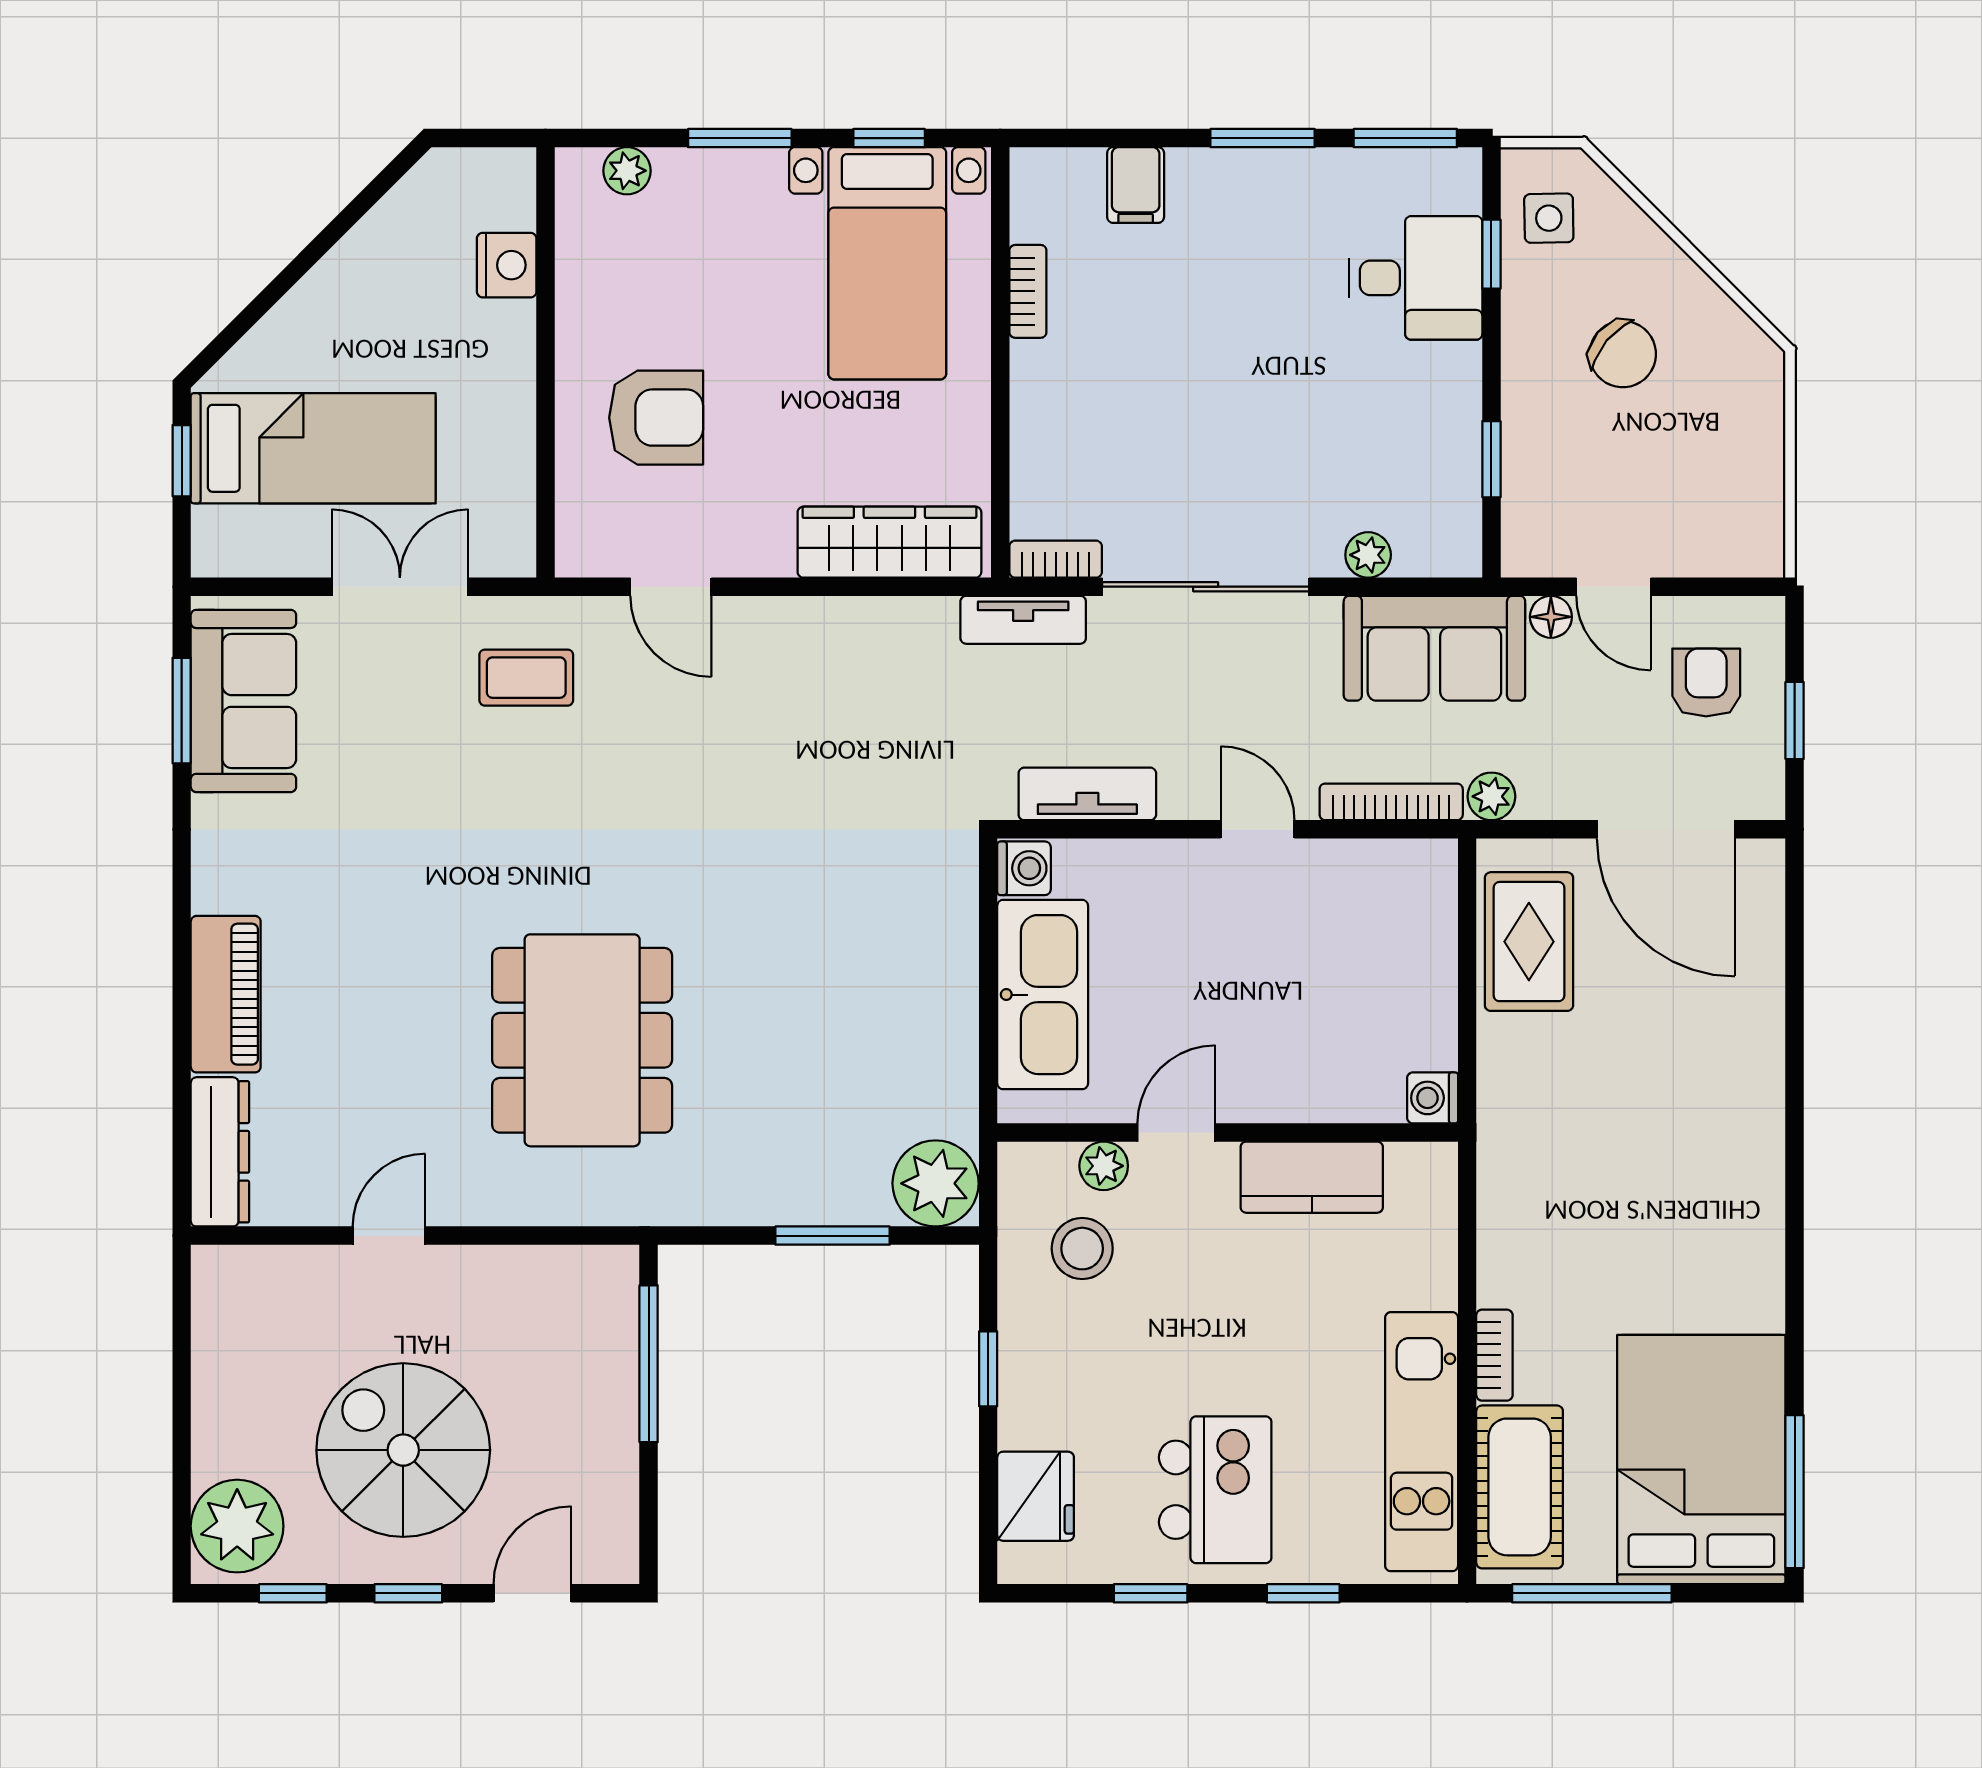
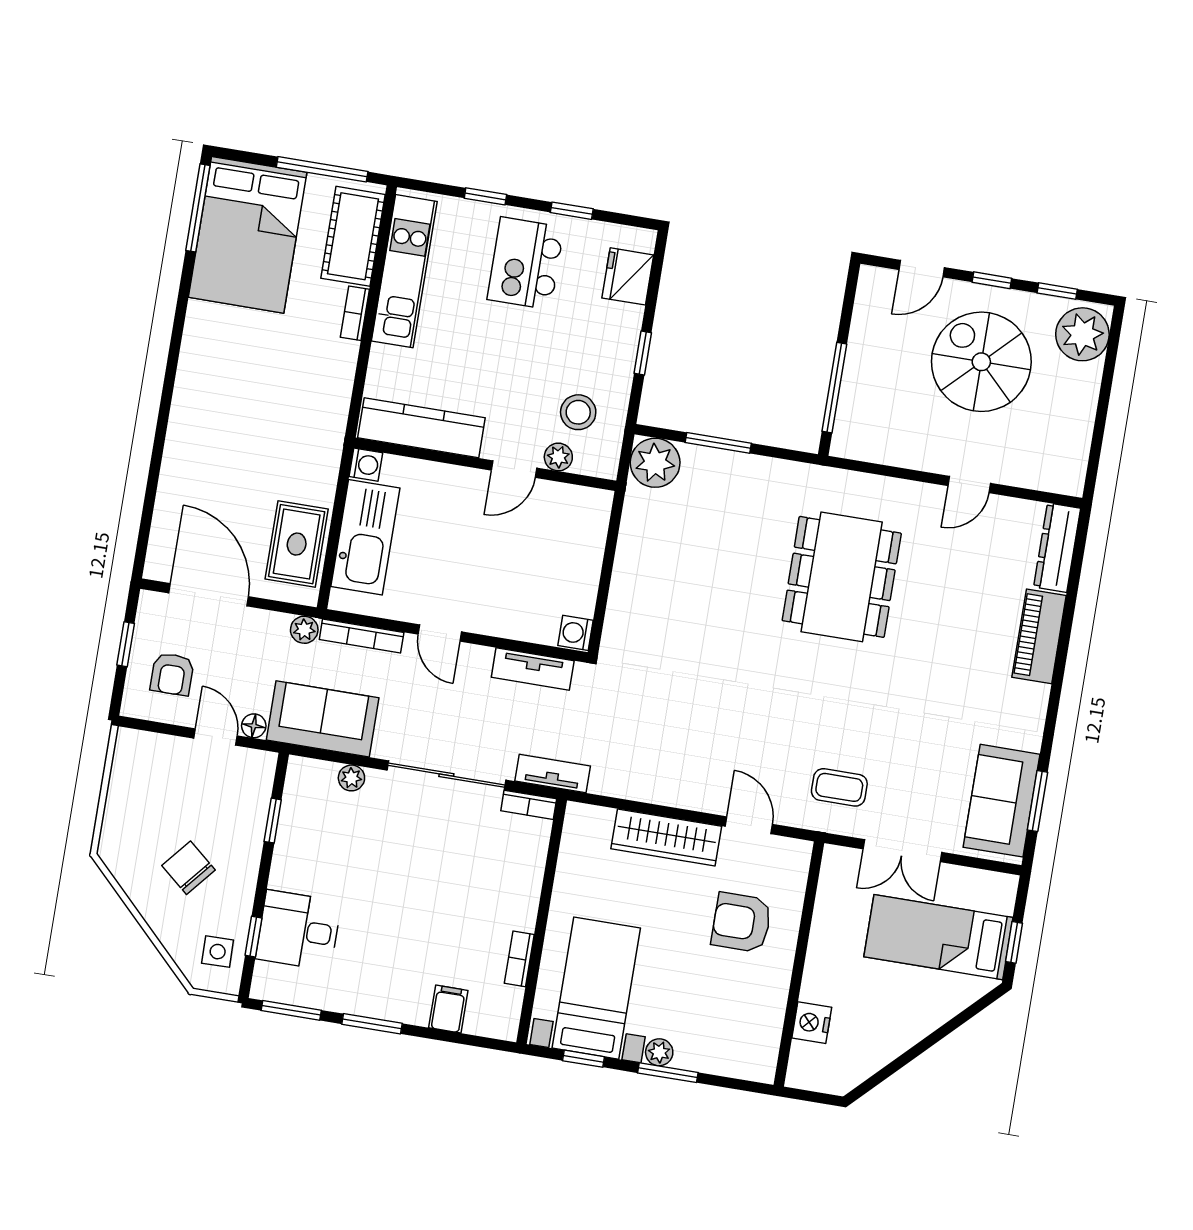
plant: (627, 171) -> (659, 1052), moved
wardrobe: (889, 542) -> (666, 837), moved
kitchen sink: (1043, 995) -> (365, 537), moved, turned 180
kitchen counter: (1312, 1177) -> (421, 428), width x1.50
spiral stairs: (403, 1450) -> (981, 362), turned 180

